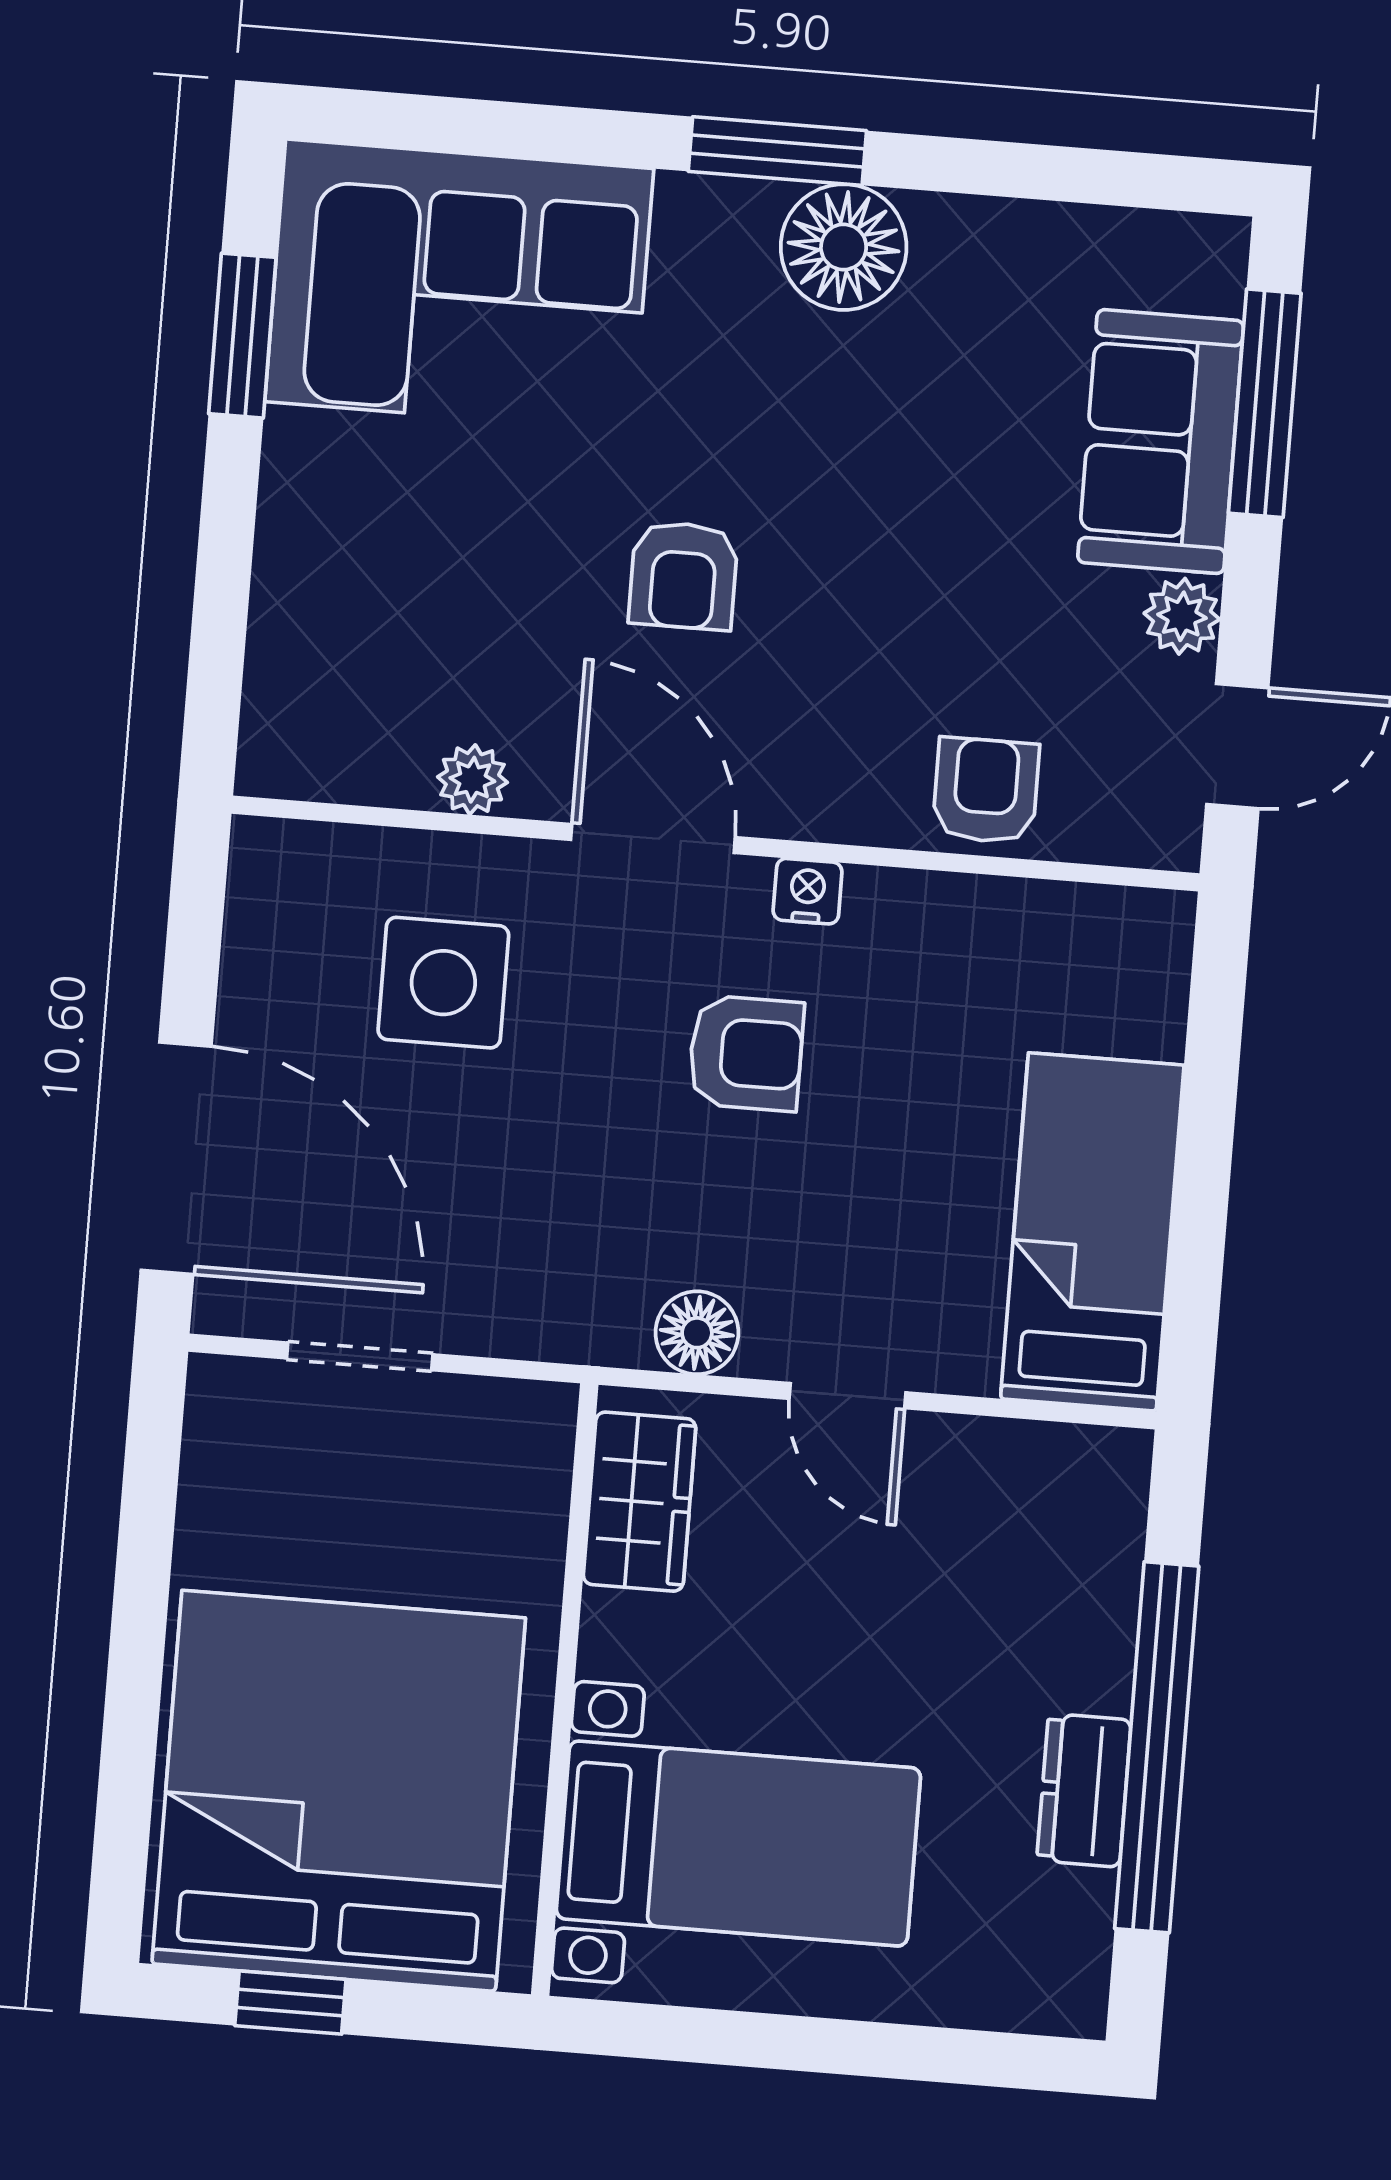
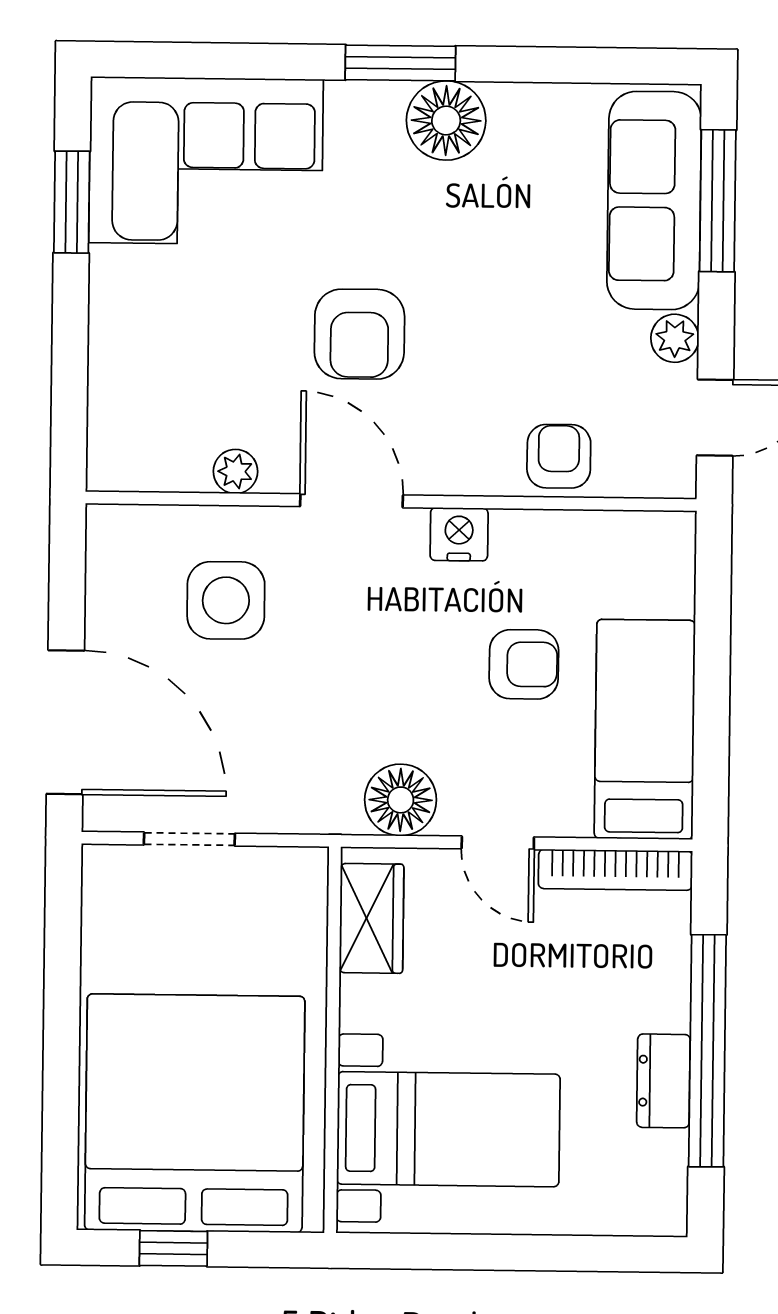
sofa: (1161, 442) -> (654, 200), width x1.36
armchair: (683, 576) -> (359, 334), width x1.38, depth x1.38
nightstand: (808, 891) -> (459, 534), width x1.39, depth x1.35
armchair: (746, 1053) -> (524, 664), moved
floor lamp: (697, 1333) -> (401, 800), width x1.38, depth x1.38
bookcase: (1031, 1451) -> (615, 870), added

